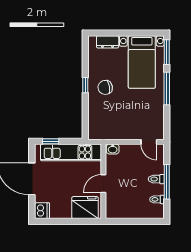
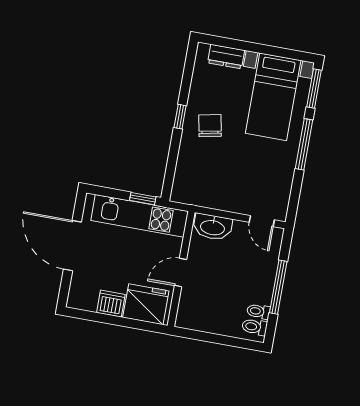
chair: (105, 87) -> (210, 126), turned 89
window: (51, 141) -> (143, 199), moved
washbasin: (113, 149) -> (213, 227), width x1.91, depth x1.45
toilet: (156, 179) -> (255, 327), moved
dishwasher: (42, 211) -> (111, 304), moved, turned -90

